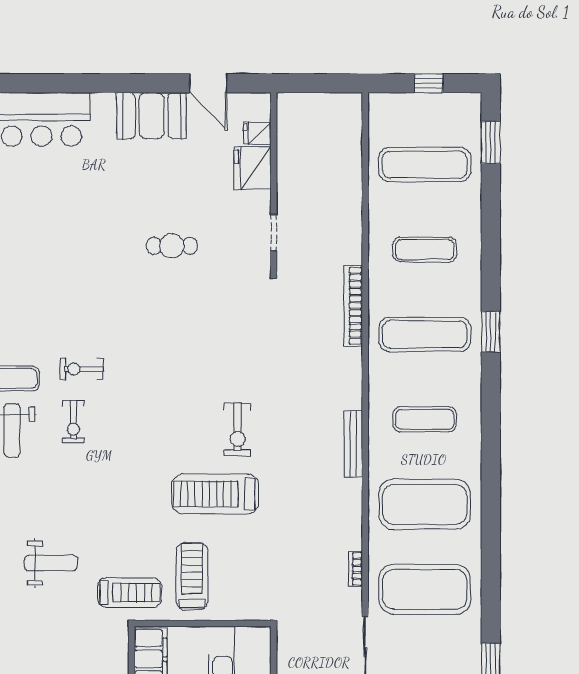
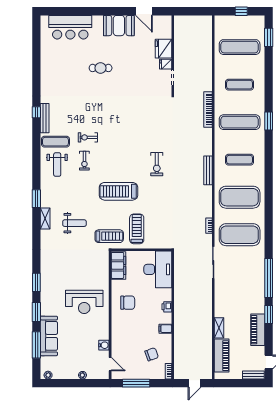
fridge: (257, 133) -> (166, 64), moved
cafe table: (172, 246) -> (101, 68), moved
treadmill: (215, 494) -> (119, 191), moved

